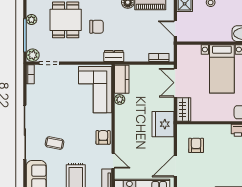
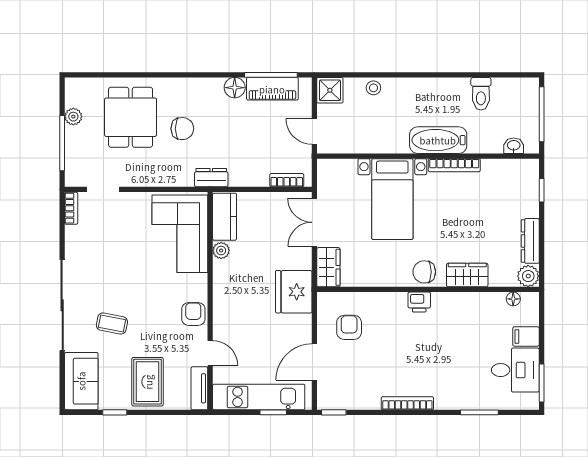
plant: (33, 55) -> (75, 176), removed

